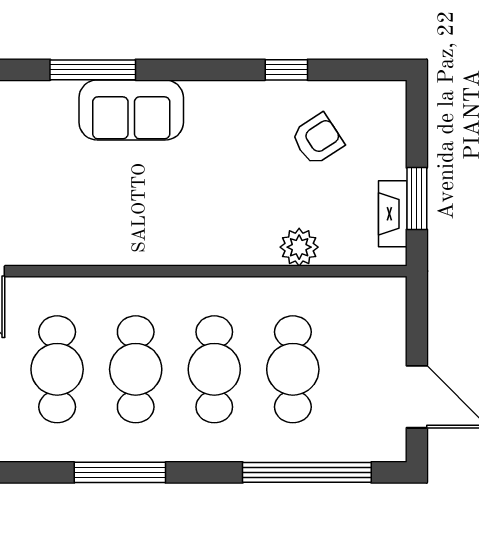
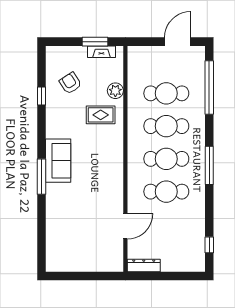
rug: (241, 212) -> (101, 115), added

